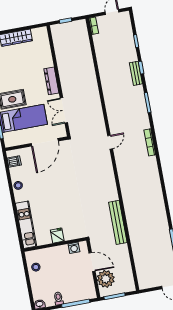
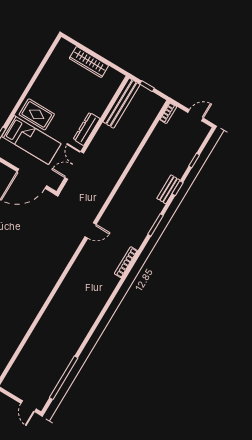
bench: (118, 222) -> (121, 103), moved

